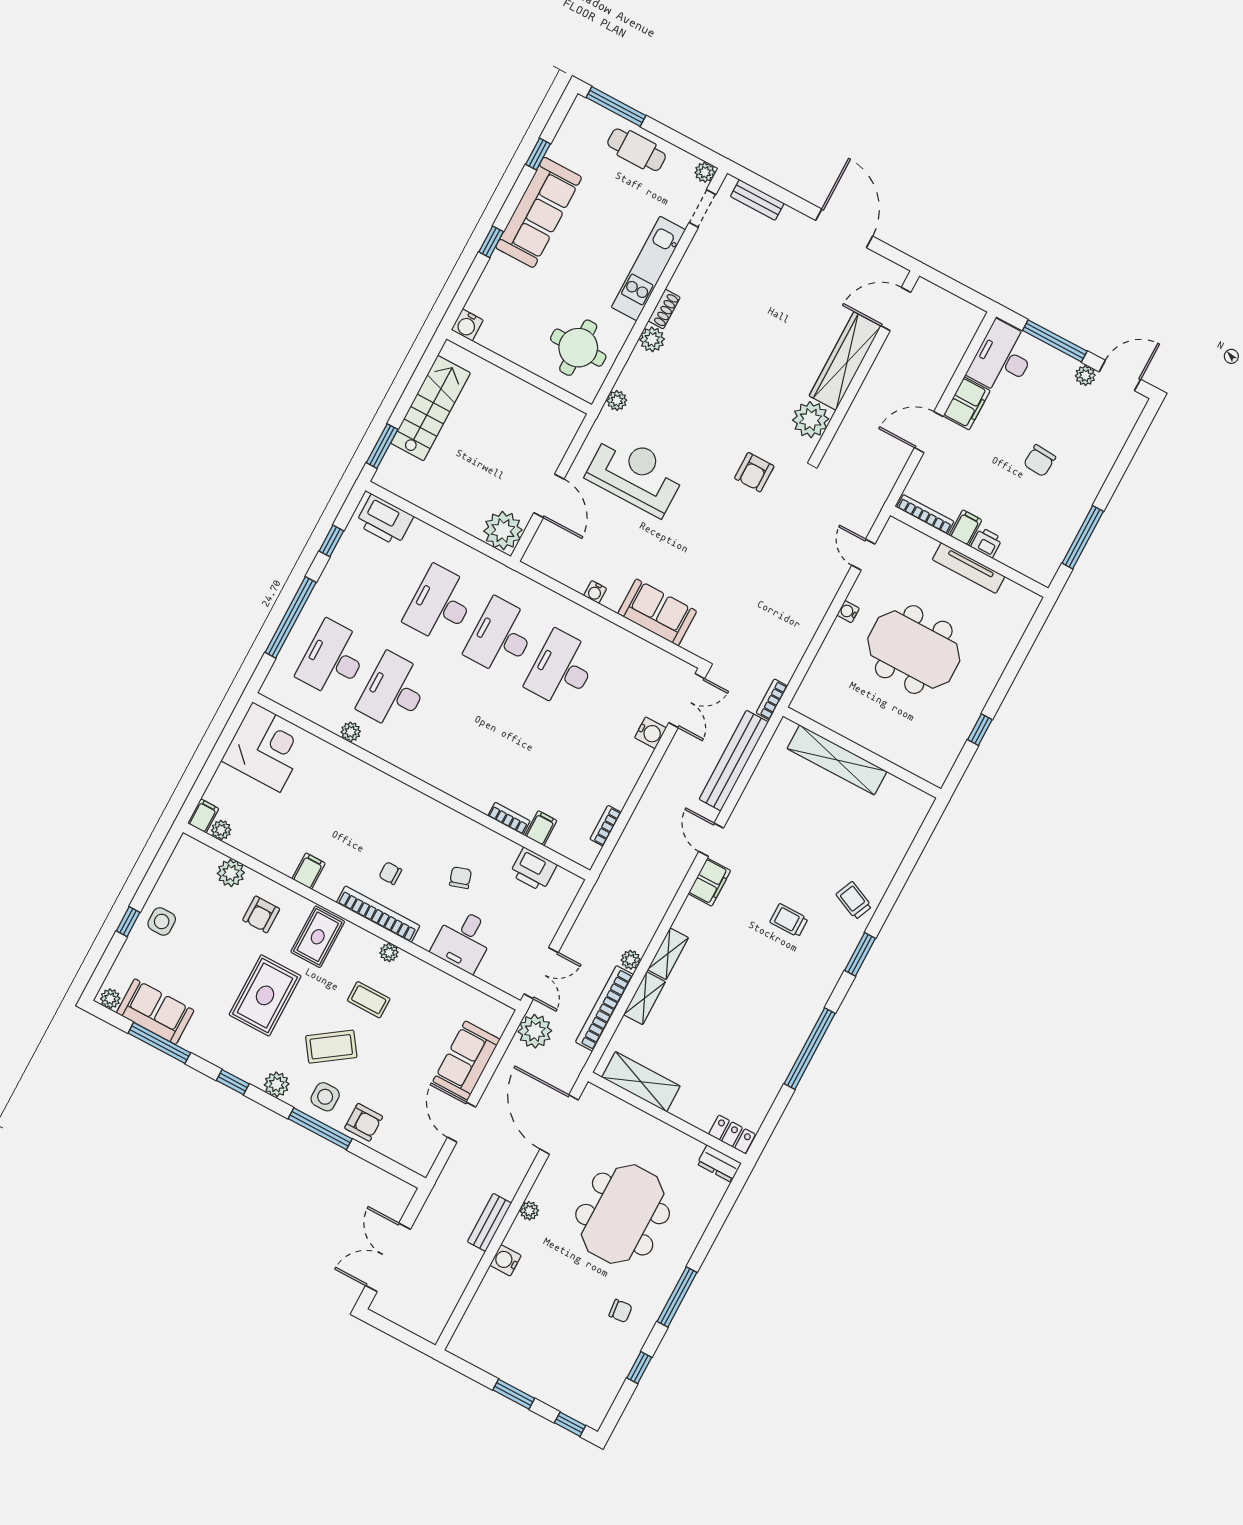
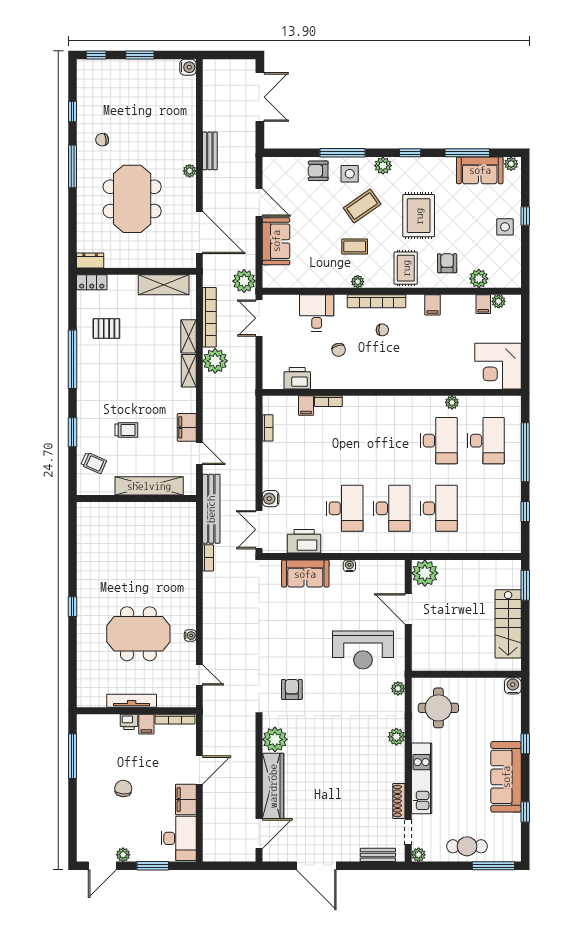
shoe rack: (664, 309) -> (399, 801), moved, width x1.43
window: (1055, 341) -> (153, 866), width x0.69
printer: (385, 520) -> (304, 541), moved
wall: (862, 753) -> (136, 499), moved
shelving: (837, 760) -> (149, 486), moved
filing cabinet: (203, 816) -> (483, 304), moved
plant: (631, 960) -> (215, 361), width x1.87, depth x1.87
pallet: (745, 1065) -> (106, 328), added
water cooler: (505, 1260) -> (188, 67), moved

